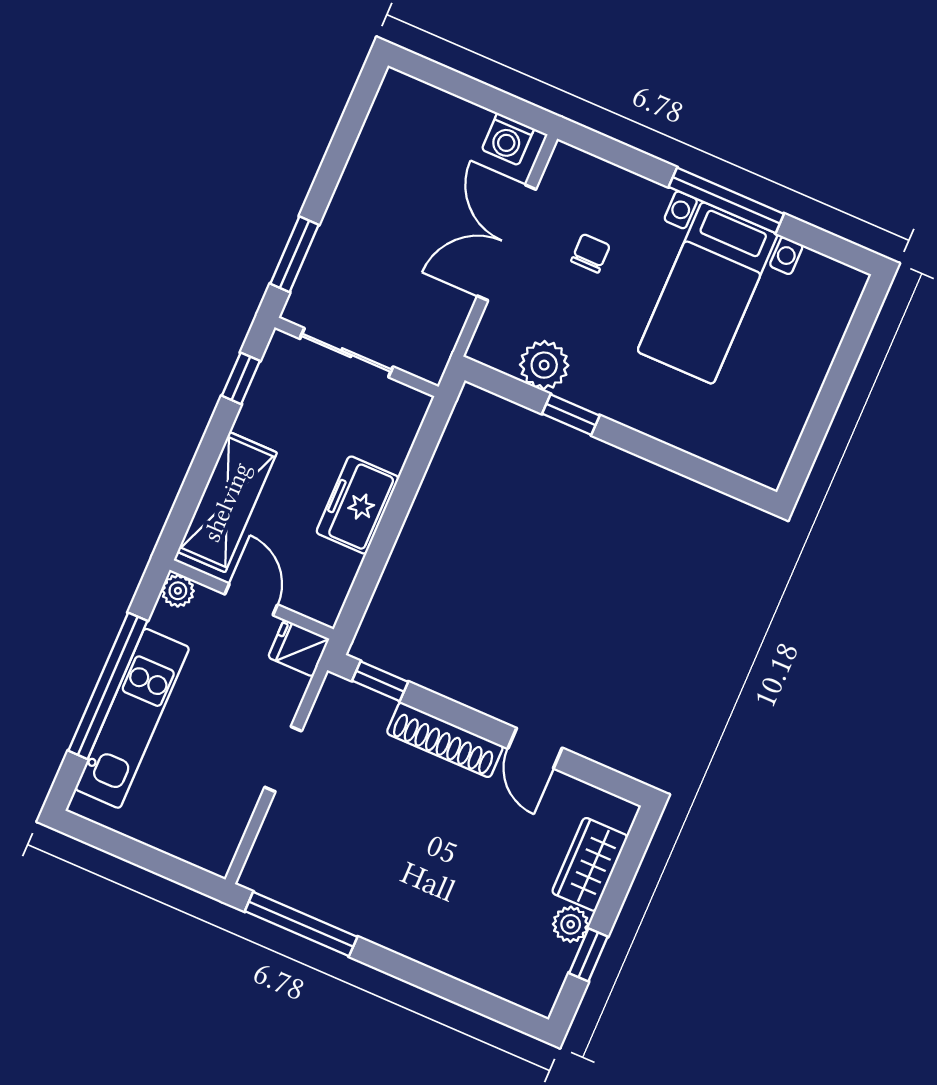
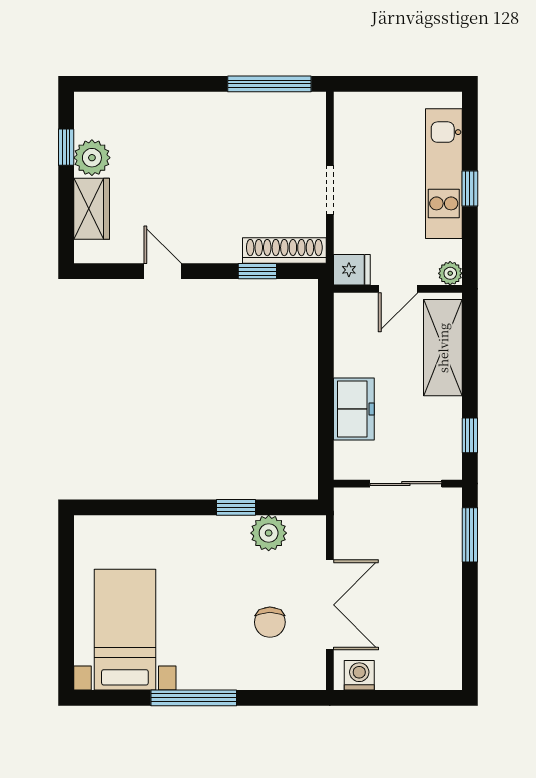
chair: (591, 253) -> (270, 622), width x1.37, depth x1.37
bed with nightstands: (707, 293) -> (125, 630), moved
freezer: (358, 505) -> (354, 409), moved
door: (251, 599) -> (398, 289), hinge flipped
window: (380, 681) -> (257, 271), moved
window: (108, 686) -> (470, 188), width x0.32
shoe rack: (445, 740) -> (284, 251), moved
plant: (571, 924) -> (92, 158), width x1.38, depth x1.38

